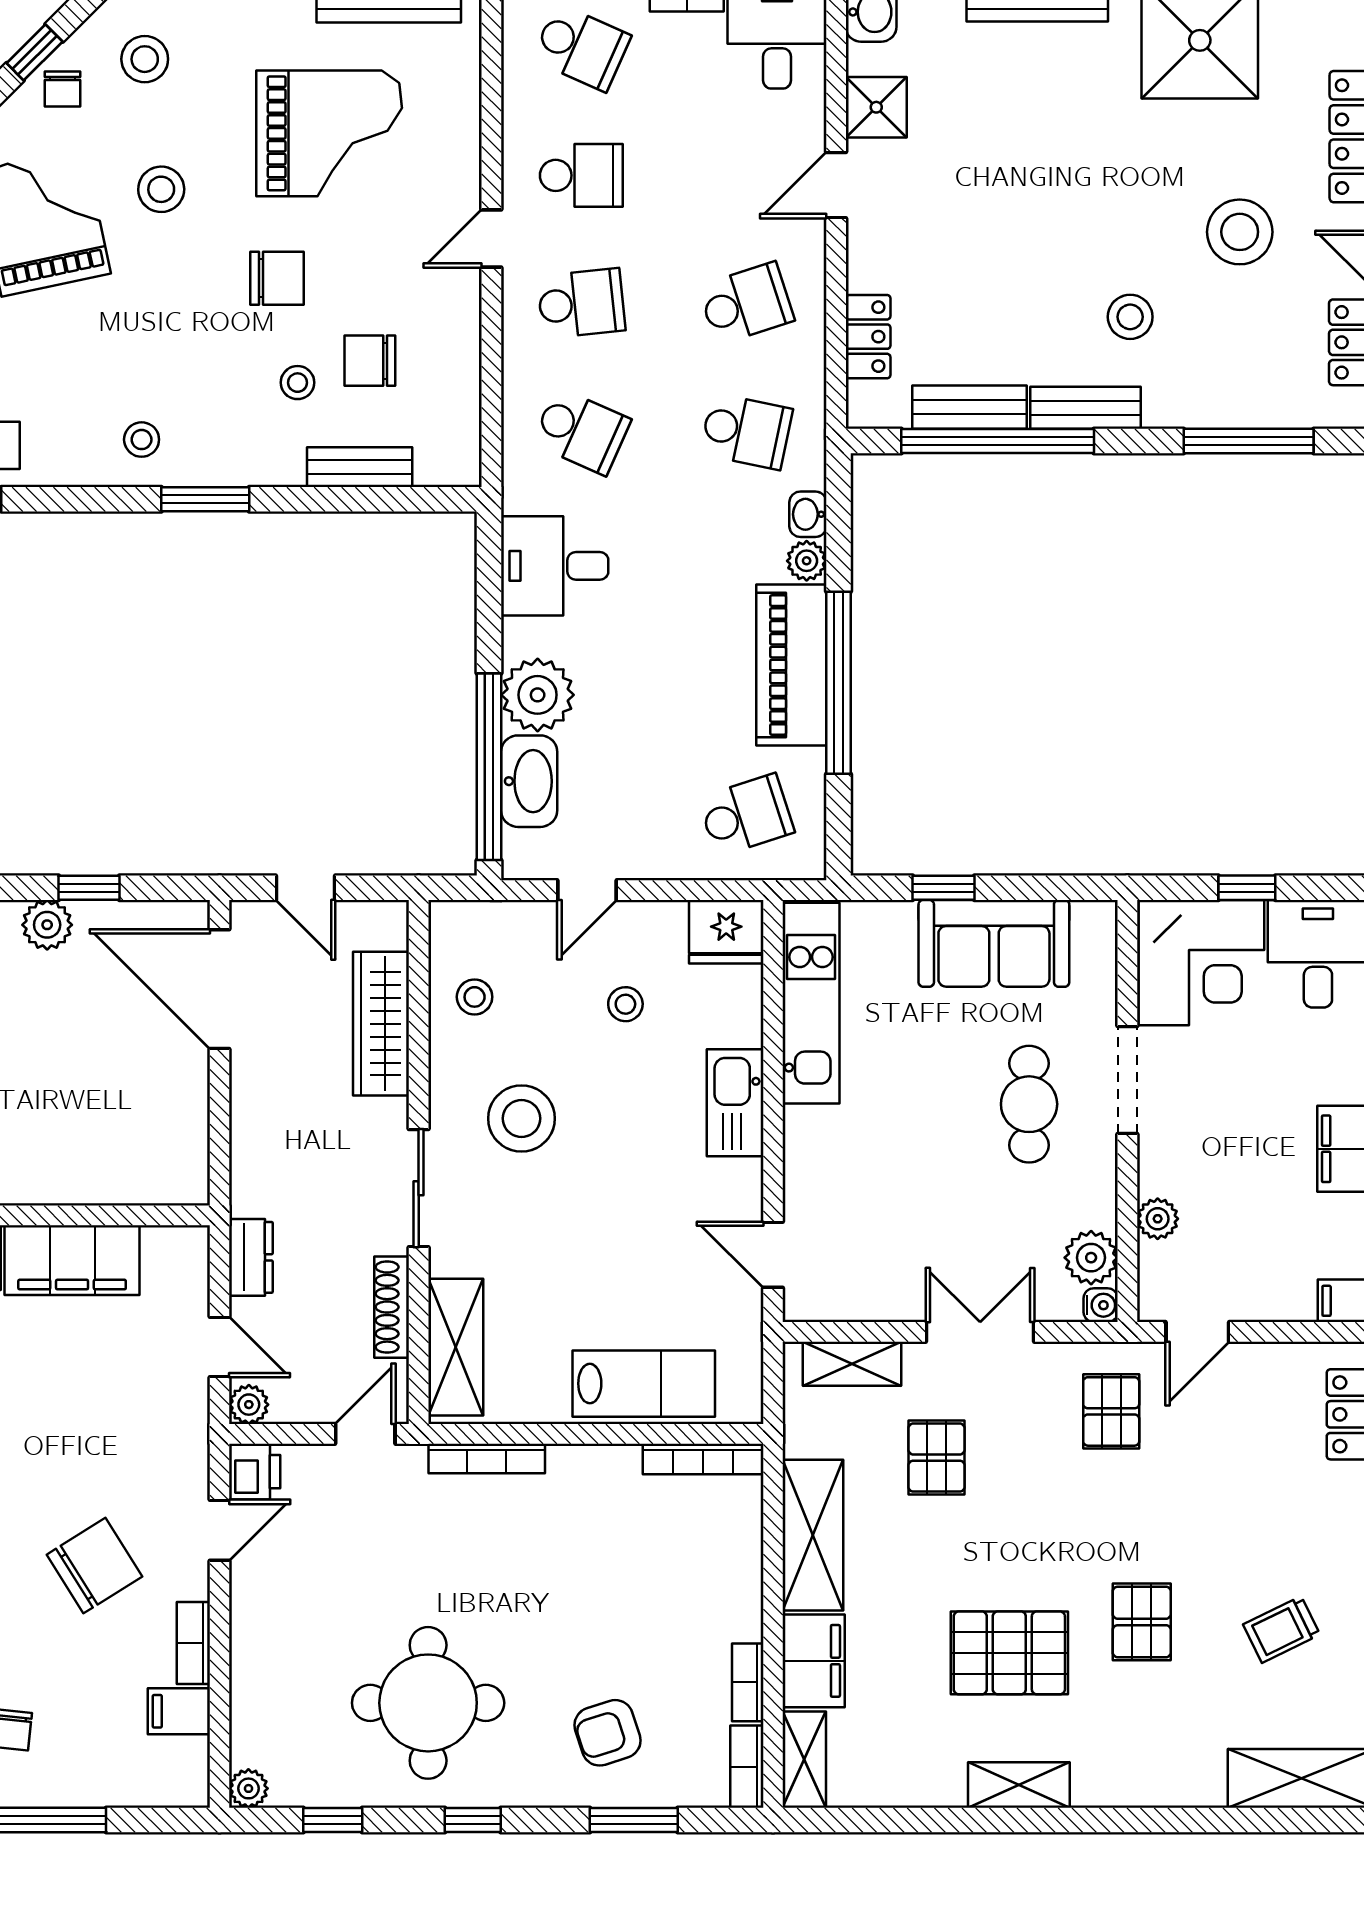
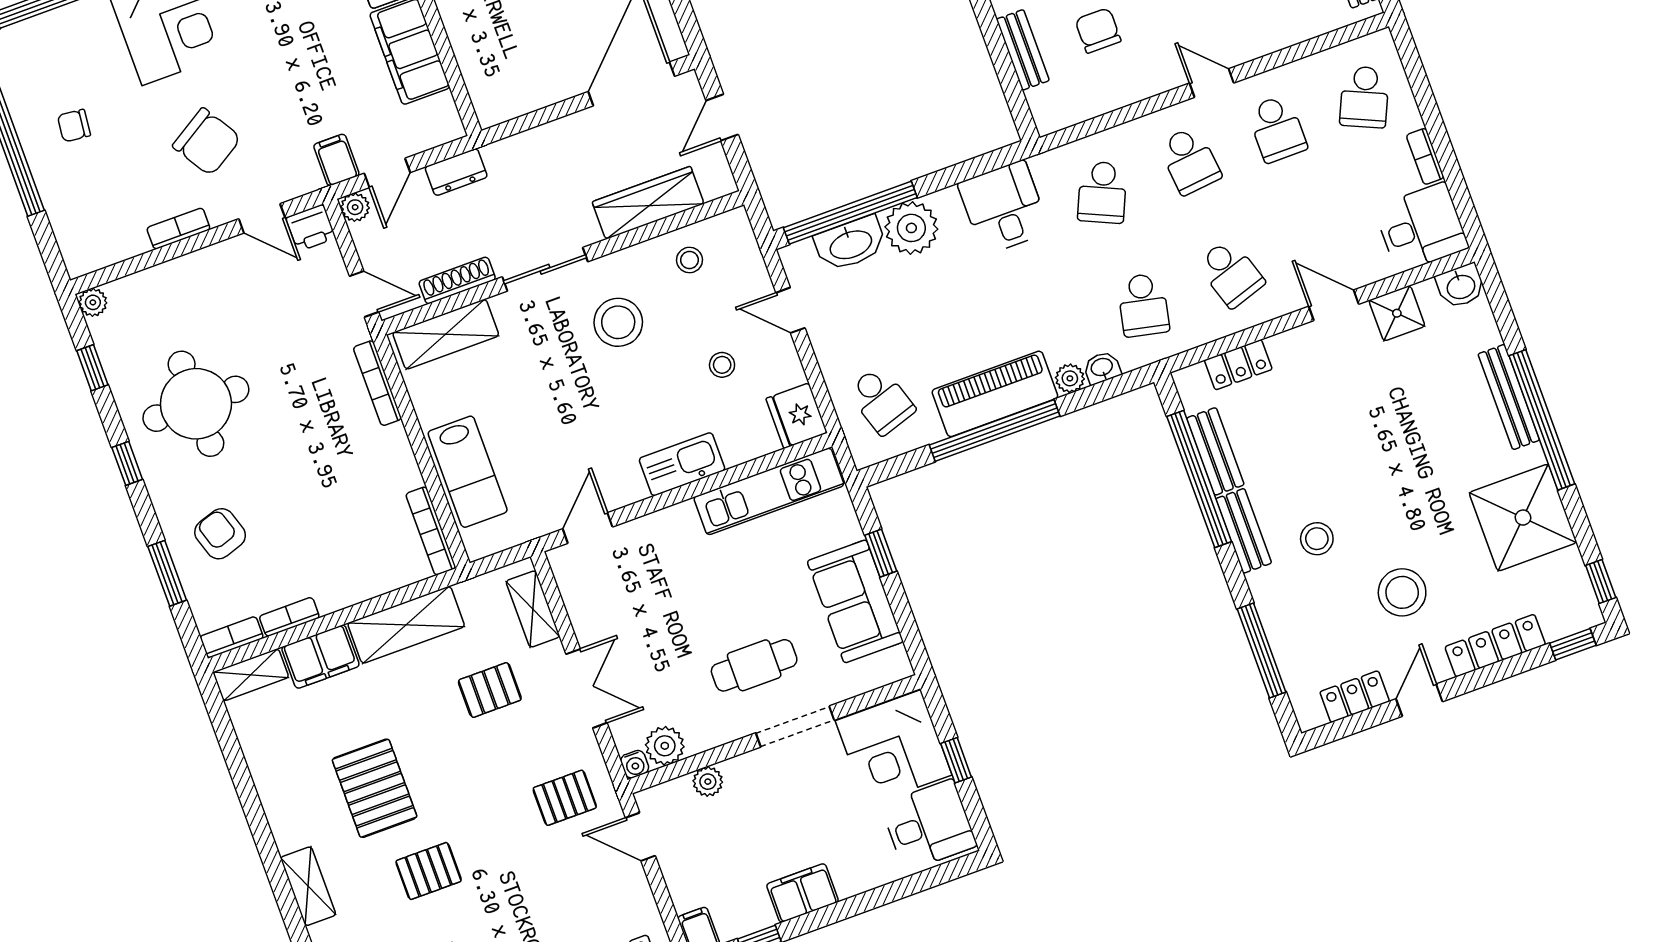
filing cabinet: (179, 1711) -> (336, 160), moved
shelving: (1019, 1785) -> (308, 886), moved

